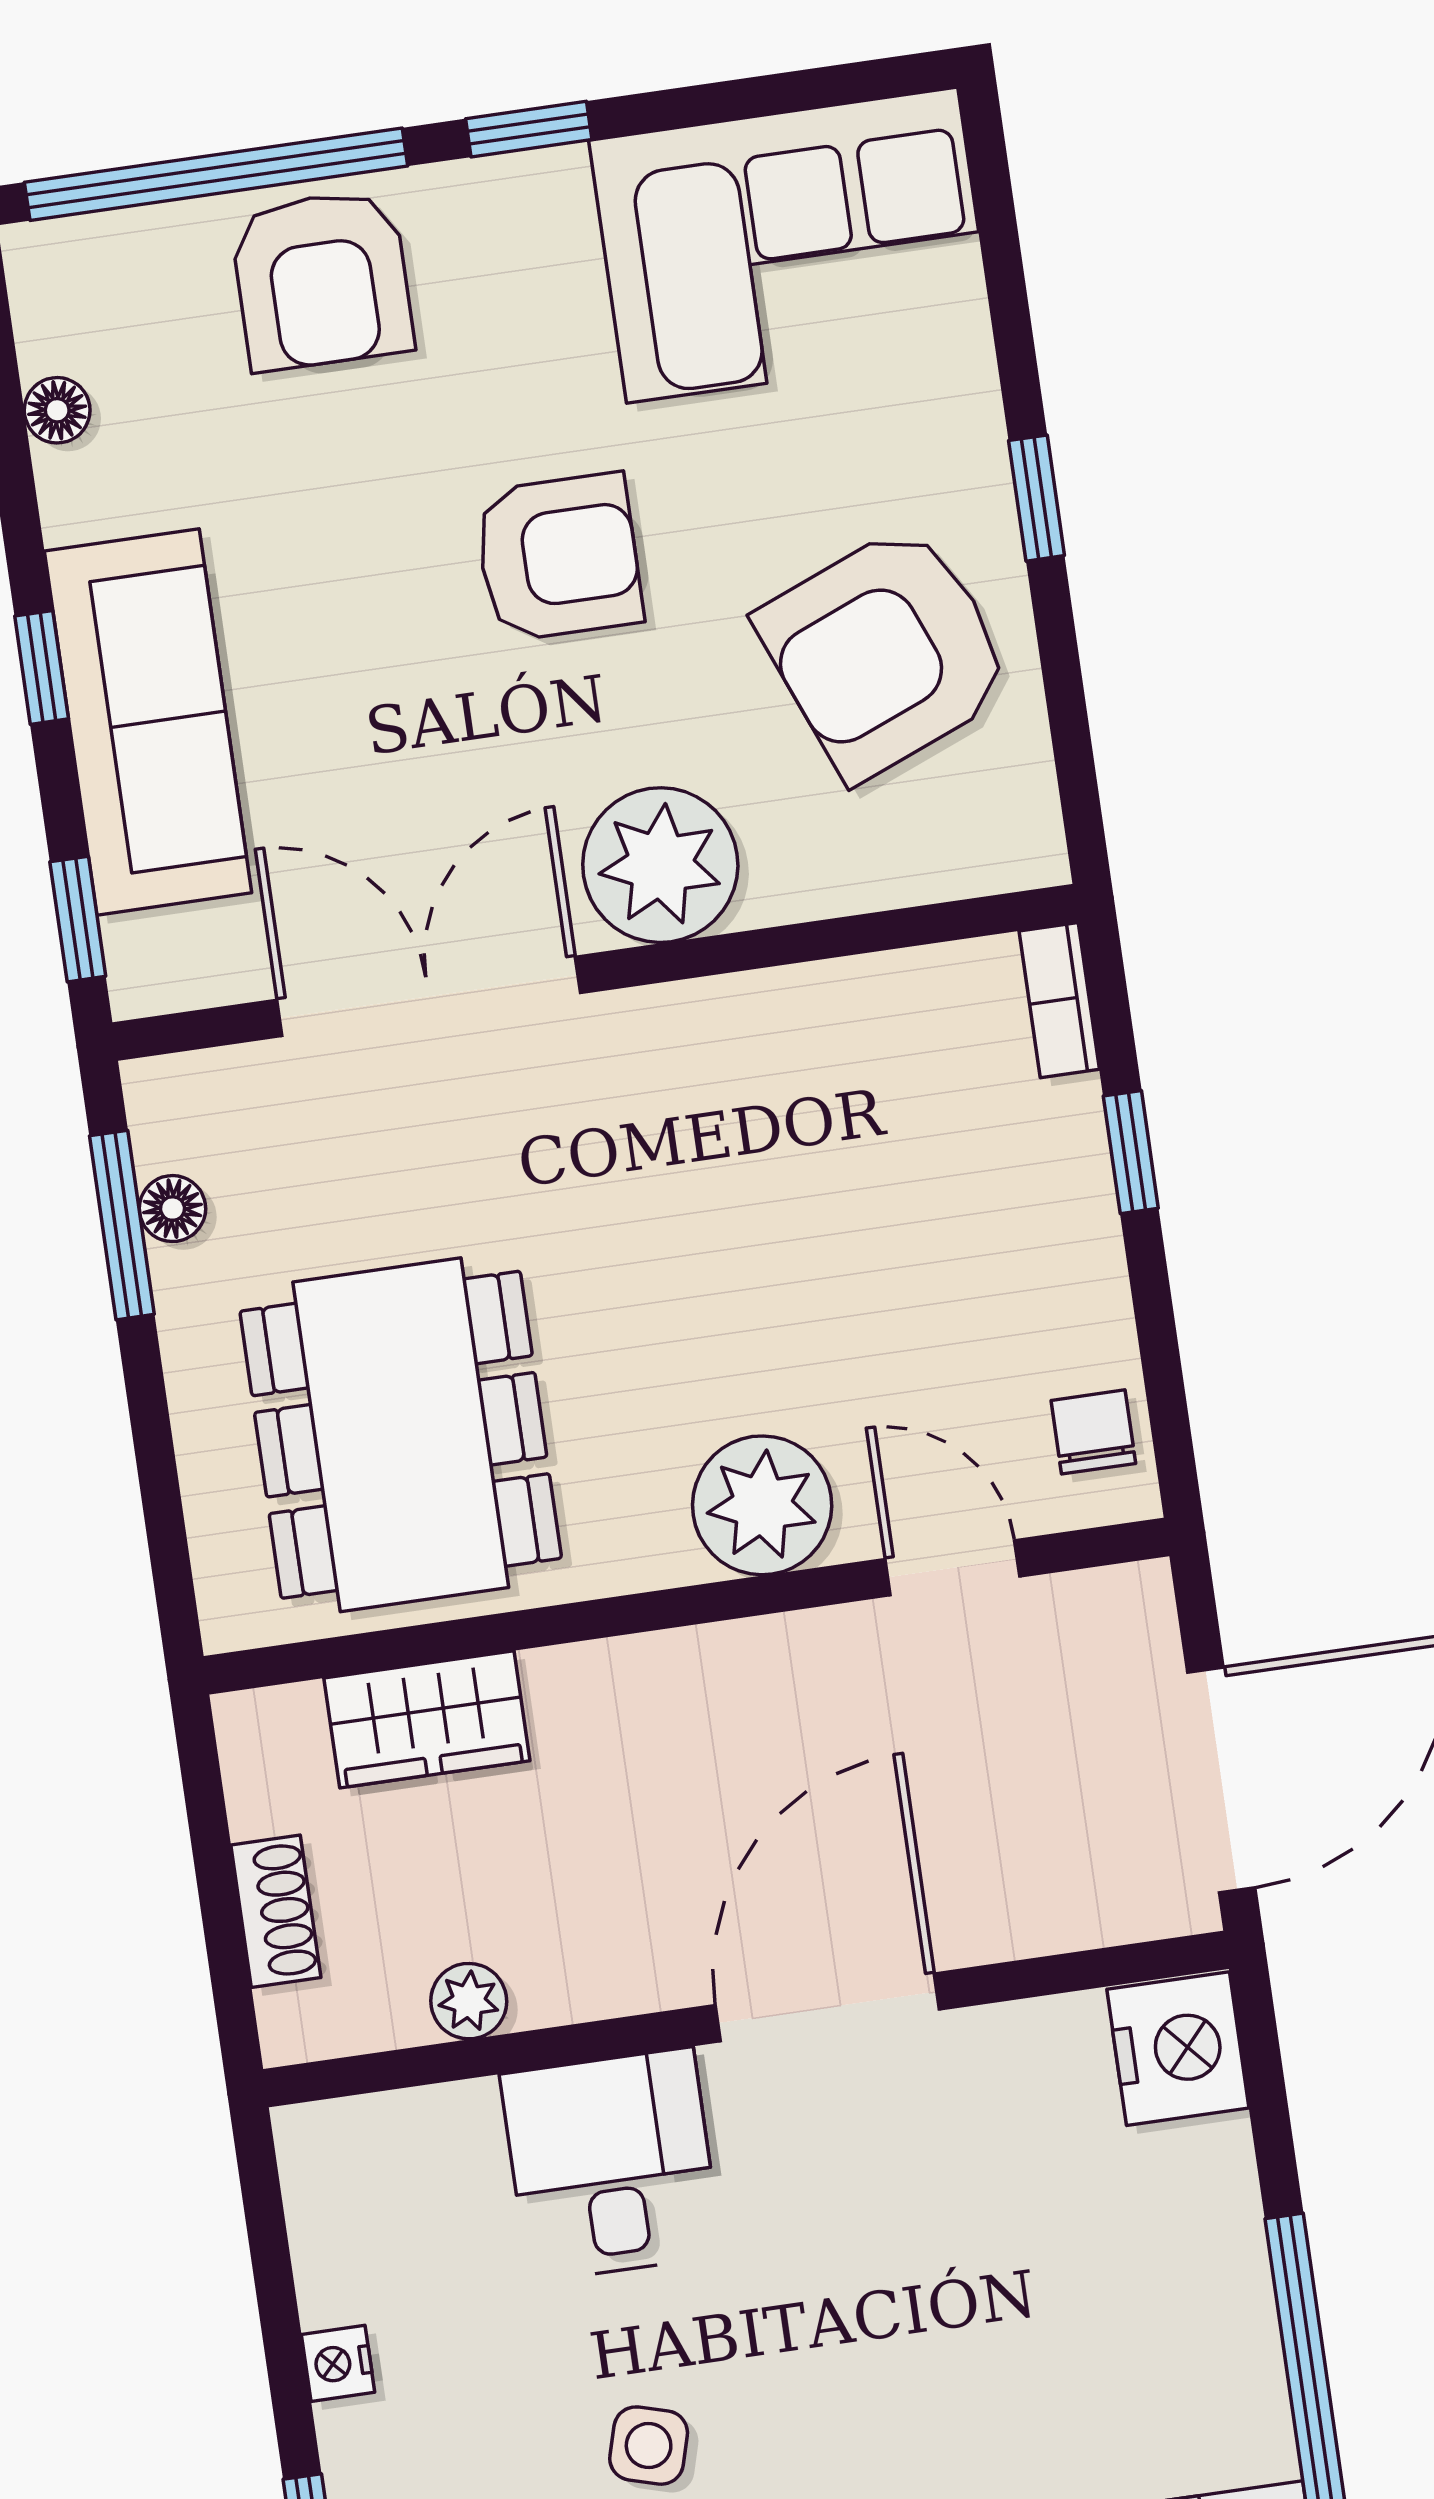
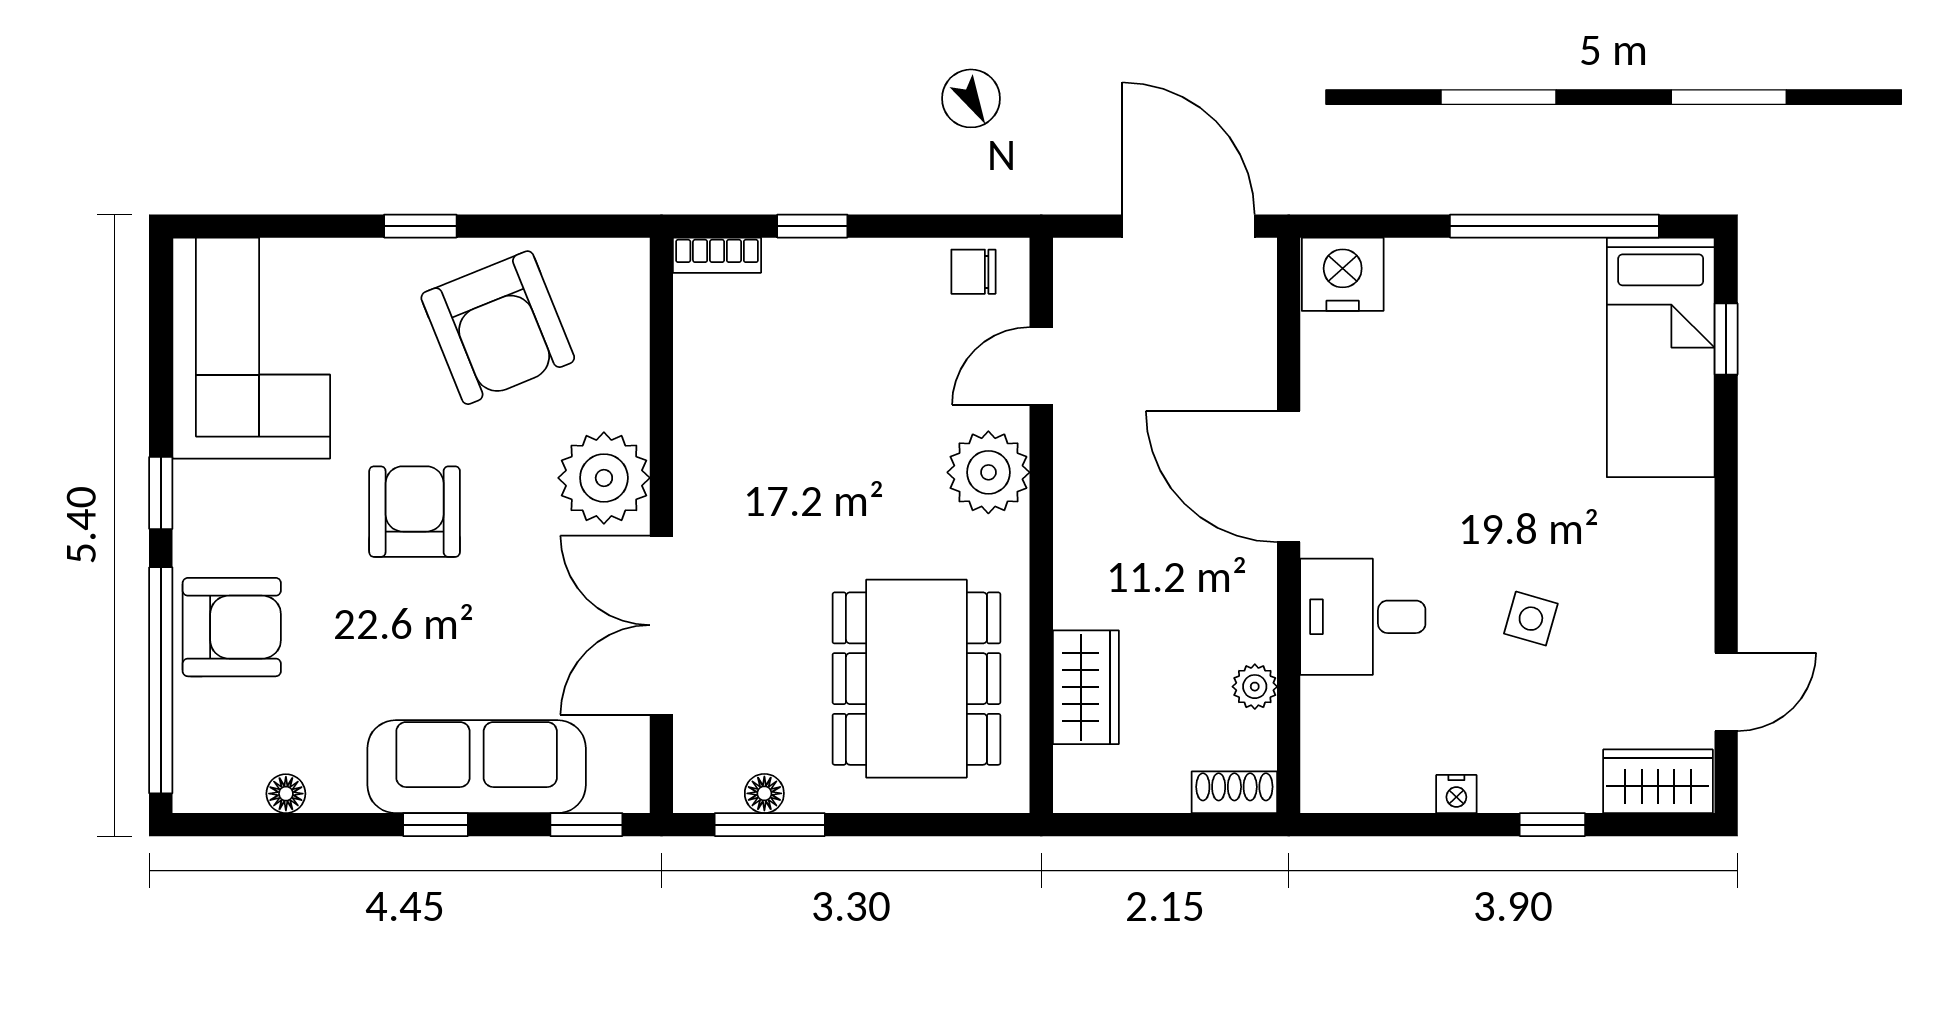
dining table: (401, 1435) -> (916, 679), turned 90
shoe rack: (276, 1911) -> (1234, 792), moved

